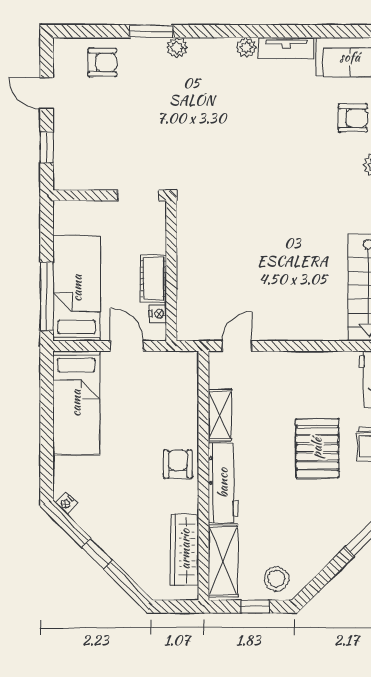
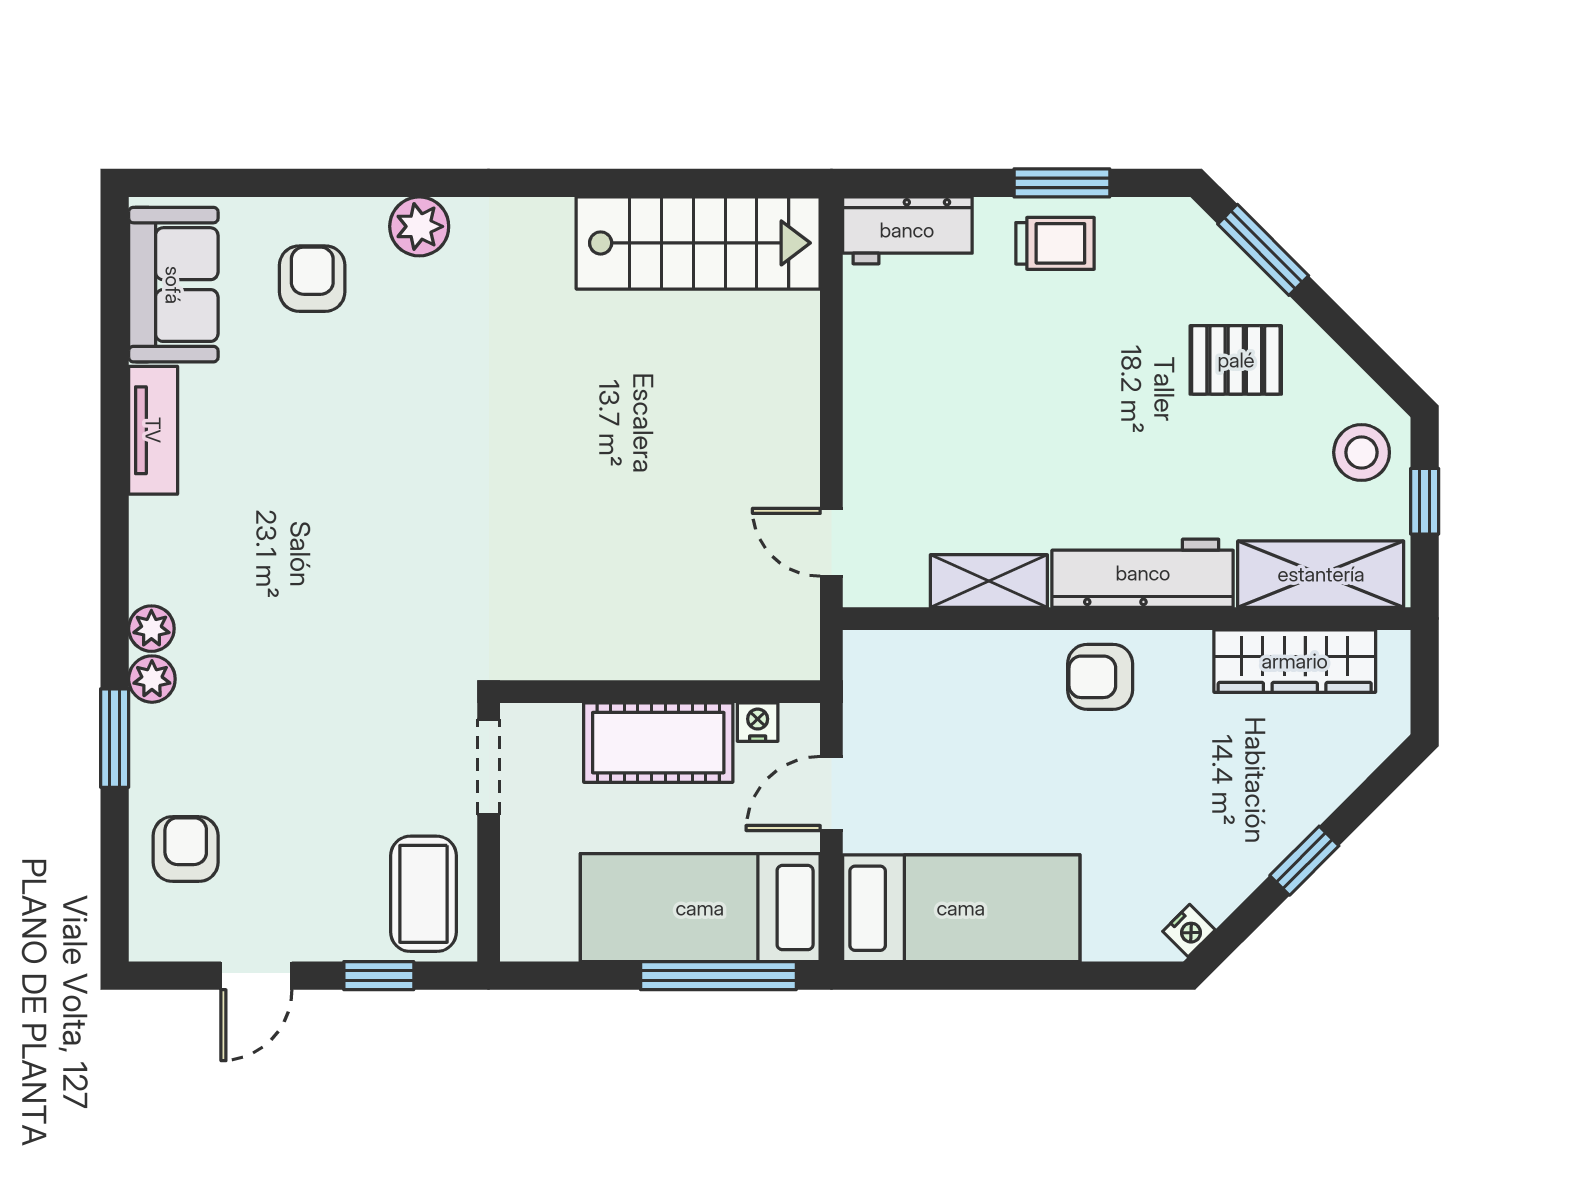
plant: (246, 47) -> (151, 629), moved
coffee table: (83, 167) -> (423, 894), added
cot: (153, 279) -> (658, 743), width x1.37, depth x1.34
pallet: (317, 448) -> (1236, 360), moved, width x0.67, depth x0.71

